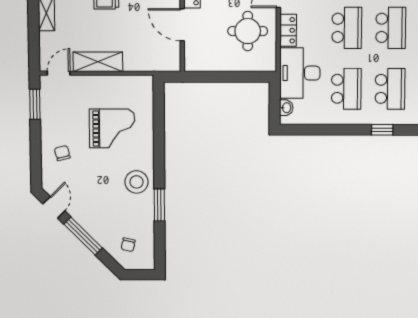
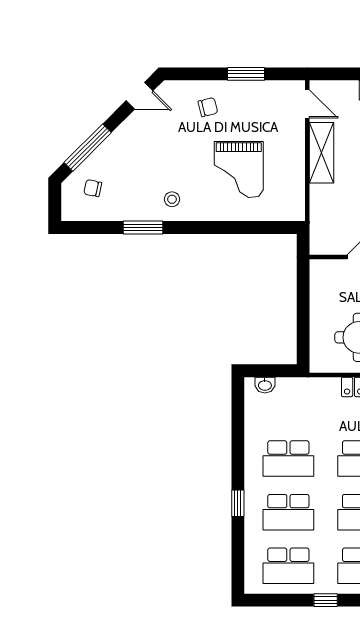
desk: (300, 73) -> (308, 401), removed
window: (35, 104) -> (246, 74), moved
stool: (136, 182) -> (172, 199), width x0.53, depth x0.53
window: (83, 236) -> (88, 148), moved

